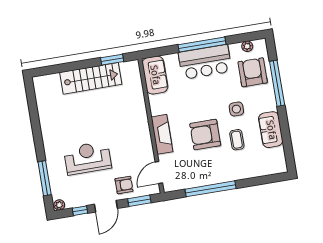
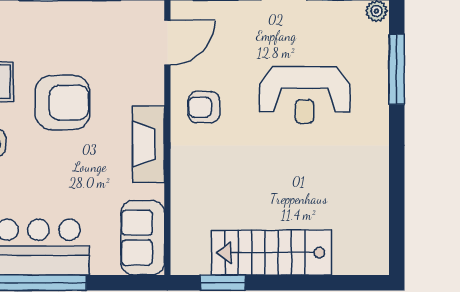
fireplace: (162, 134) -> (149, 144), moved
armchair: (124, 185) -> (204, 107), moved

